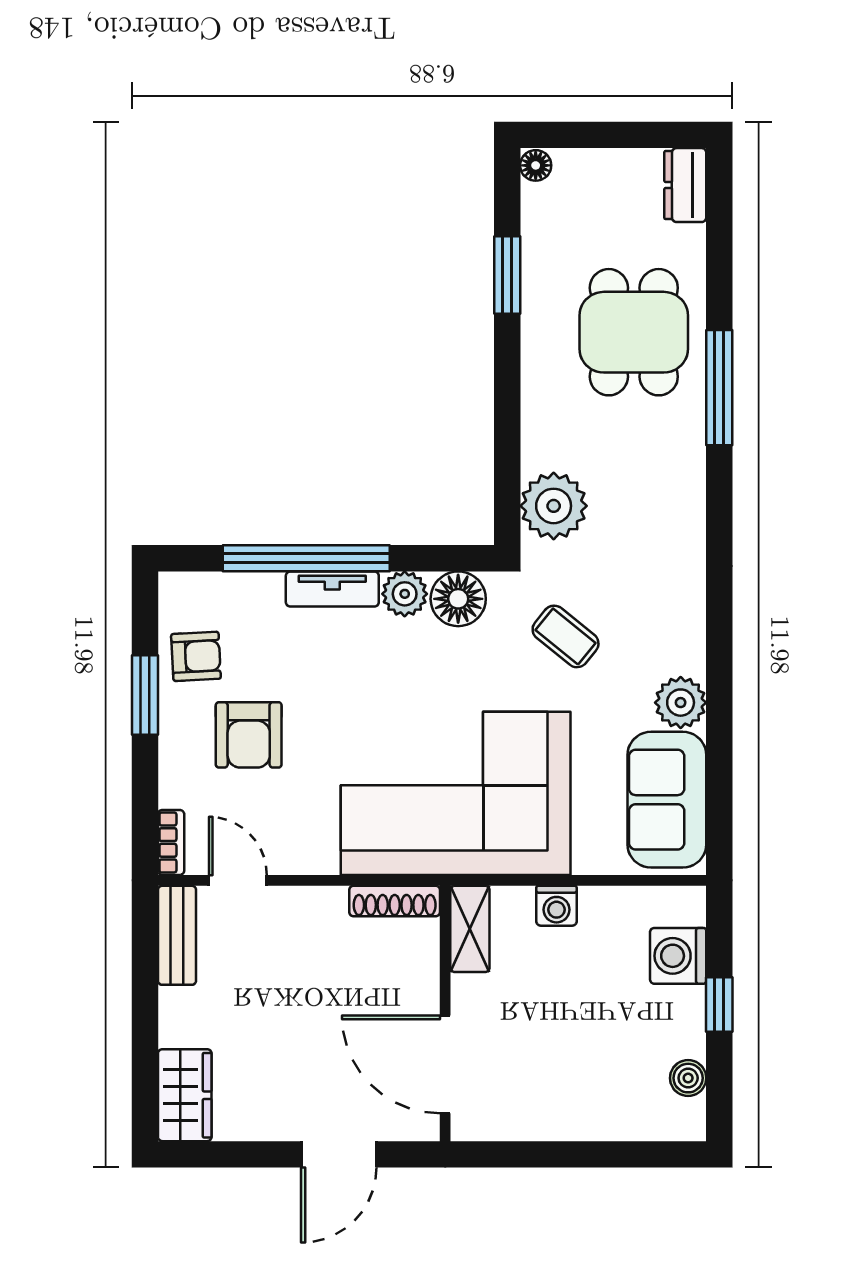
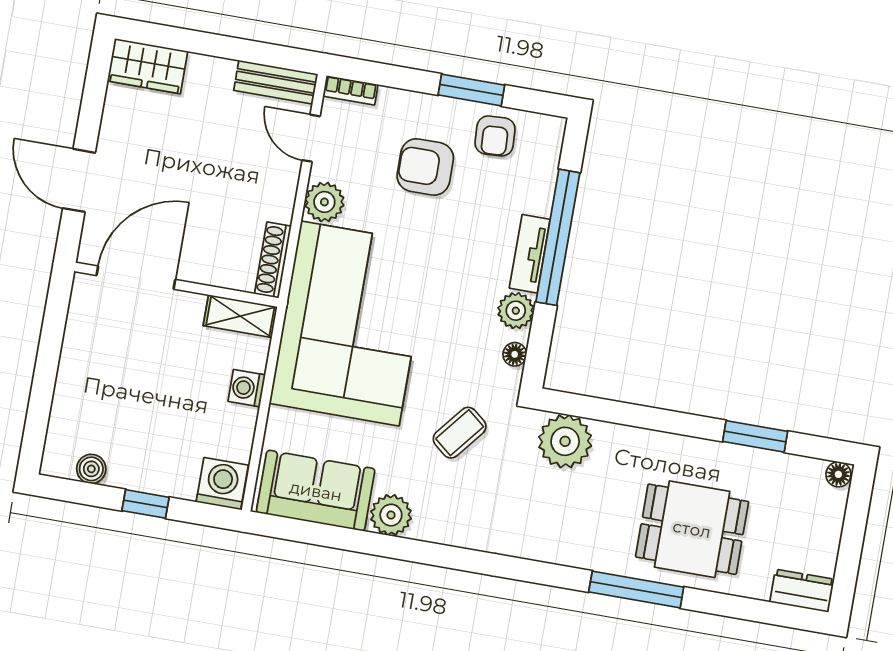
floor lamp: (458, 599) -> (515, 354), width x0.53, depth x0.53
plant: (313, 850) -> (324, 202), added
door: (238, 880) -> (311, 138), swing flipped
washing machine: (678, 956) -> (222, 484), moved

